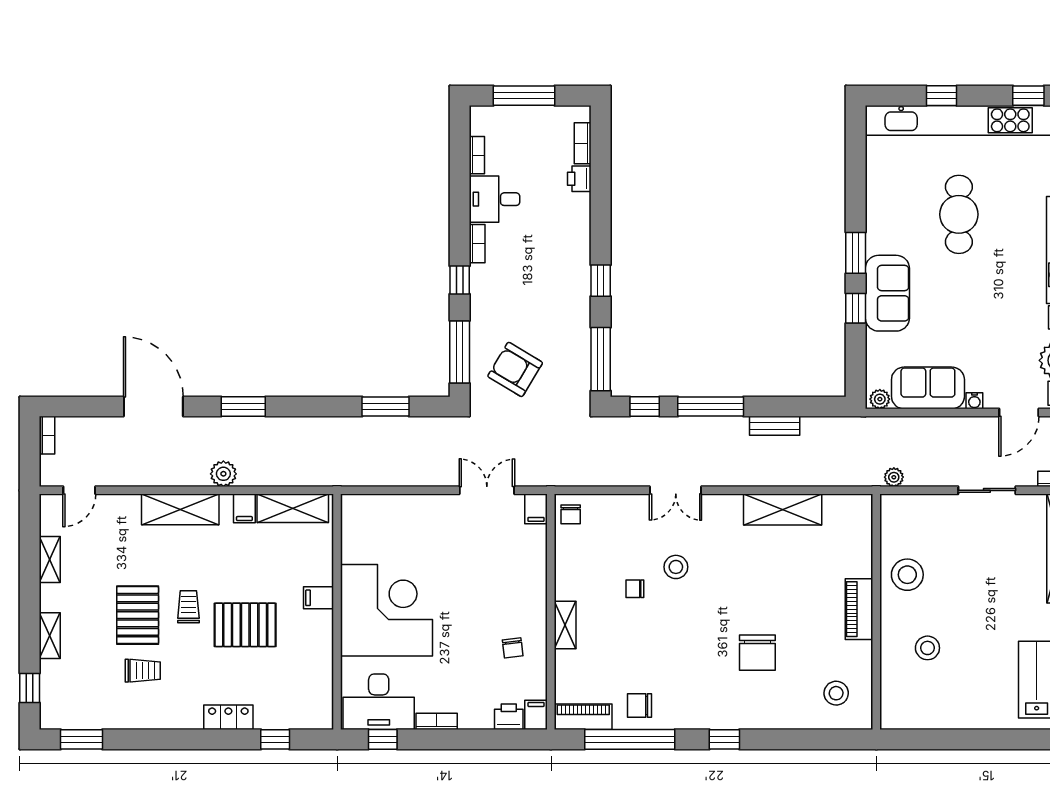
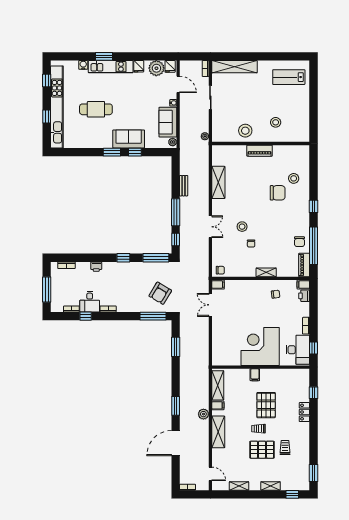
printer: (579, 179) -> (96, 267), moved
window: (460, 280) -> (86, 316), moved
stool: (836, 693) -> (294, 178), moved

